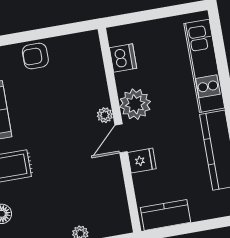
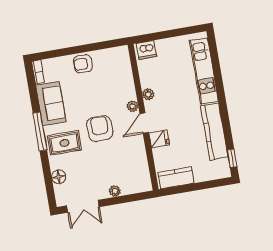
dishwasher: (123, 58) -> (146, 50), moved, turned 90
plant: (135, 104) -> (148, 94), width x0.53, depth x0.53
armchair: (59, 146) -> (100, 129), added

